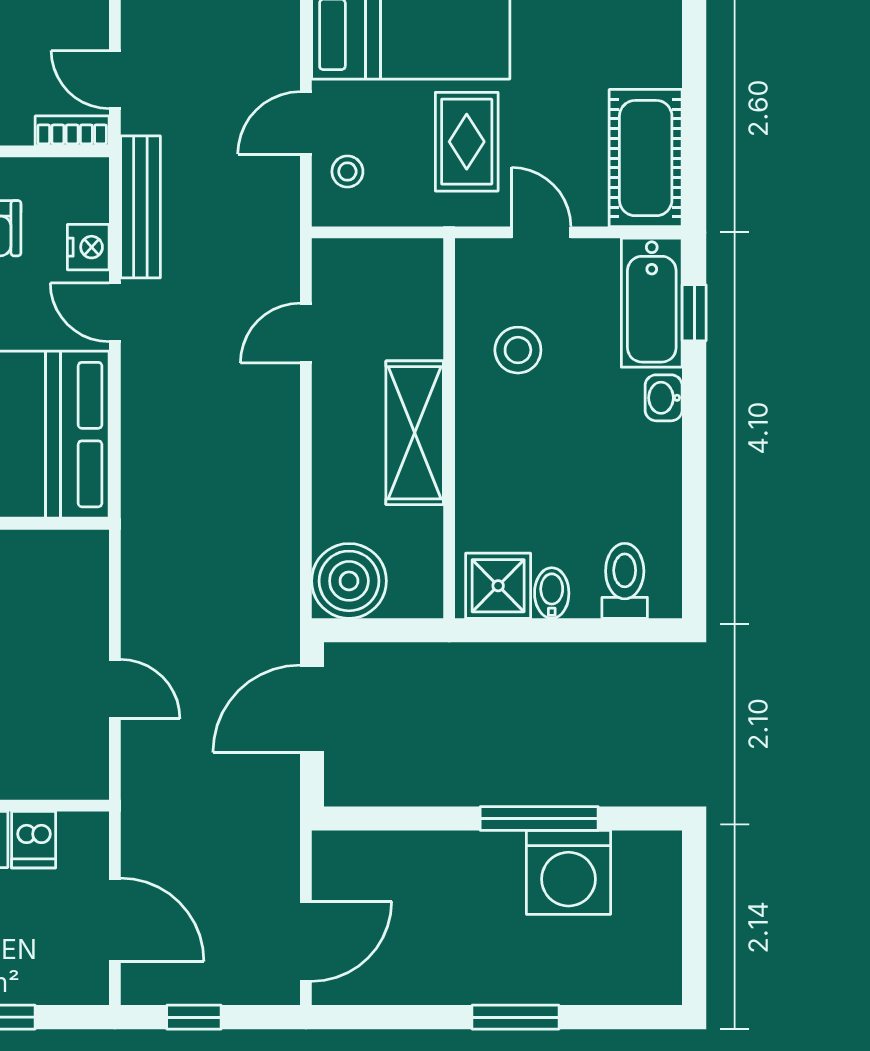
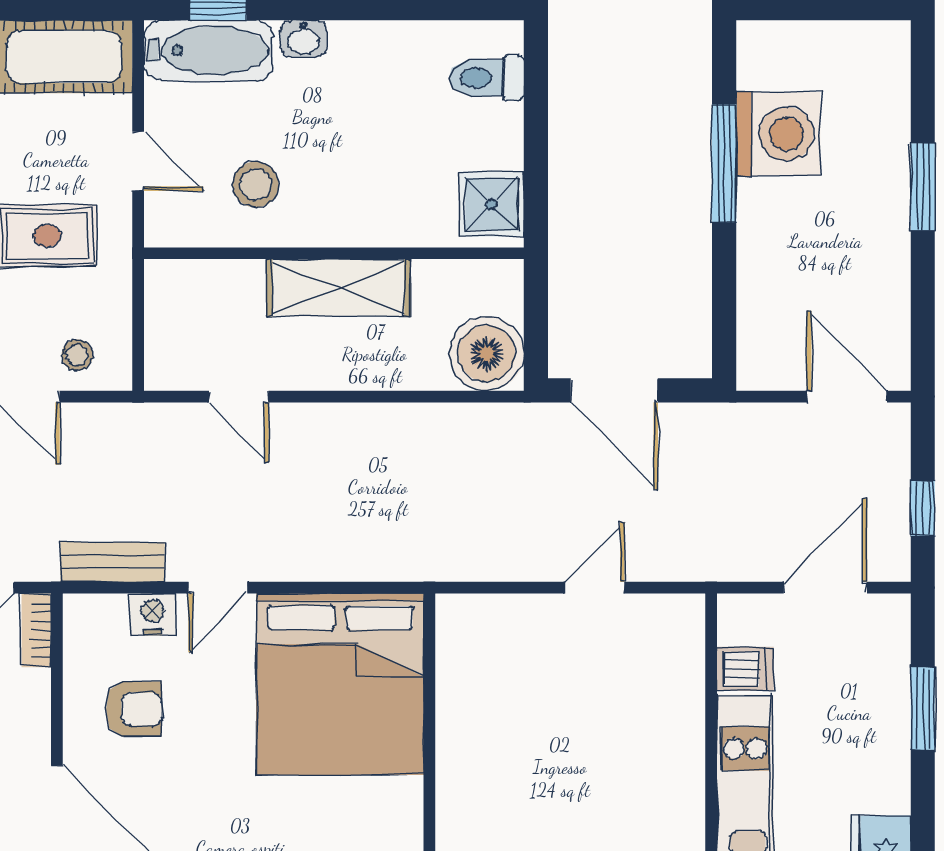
bench: (140, 207) -> (113, 562), width x0.73
door: (541, 232) -> (138, 161), swing flipped
bidet: (552, 593) -> (499, 151), removed

